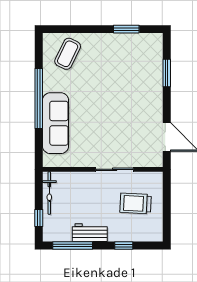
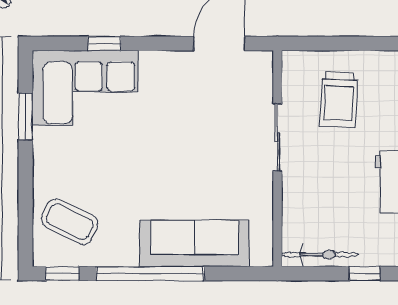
window: (39, 50) -> (62, 274), added
corner sofa: (142, 62) -> (85, 88), added
window: (167, 73) -> (104, 44), width x0.67

